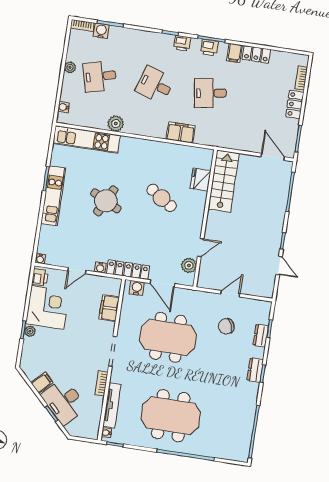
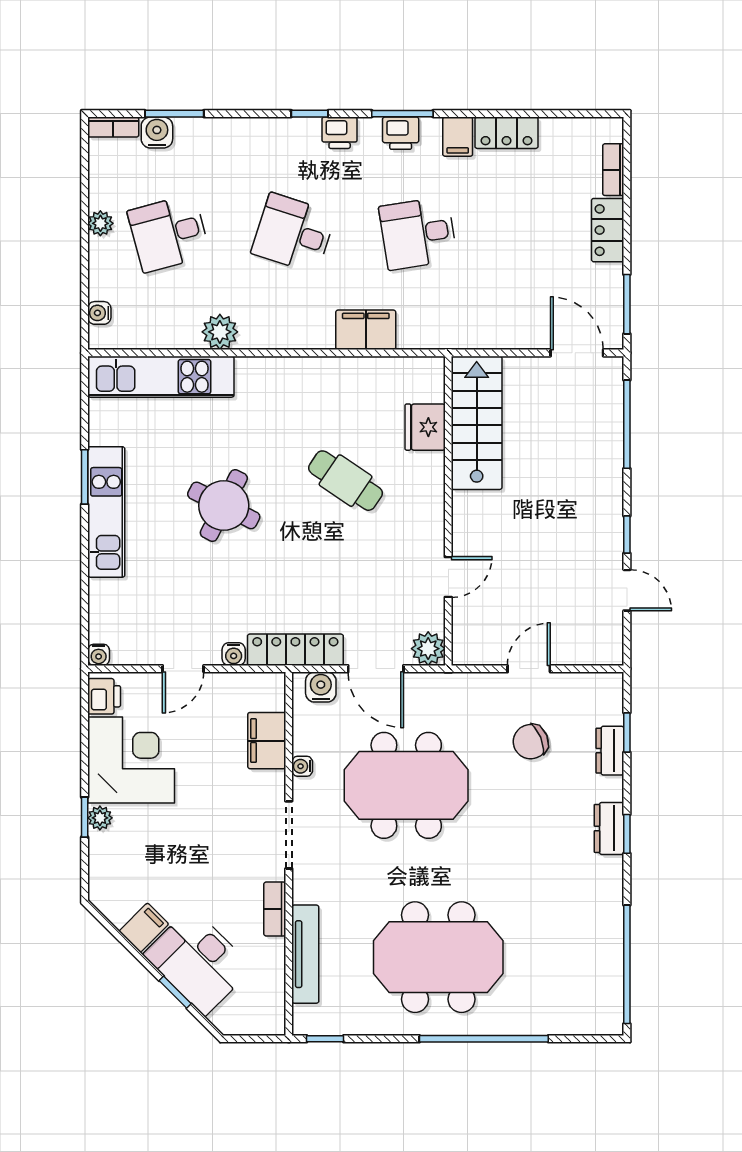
plant: (189, 265) -> (428, 649), moved
water cooler: (106, 433) -> (302, 766), moved

